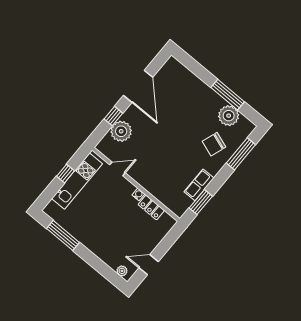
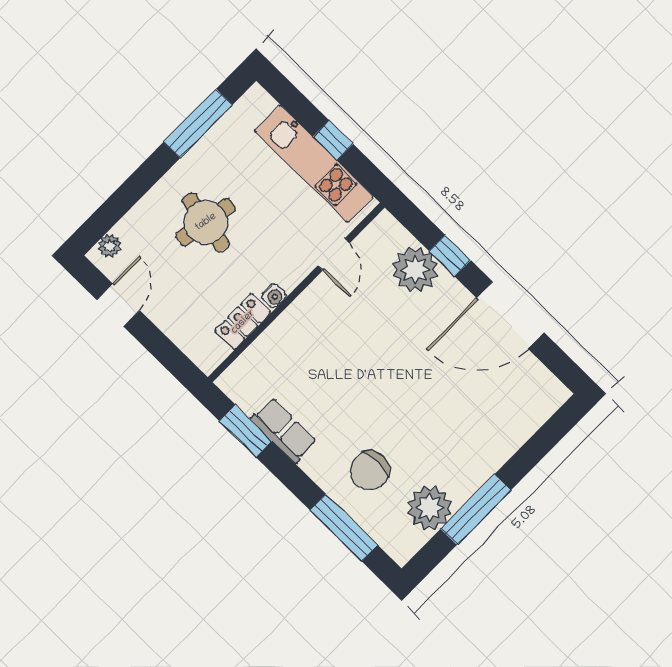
chair: (214, 144) -> (370, 471), turned -109
round table: (108, 228) -> (206, 222), added

